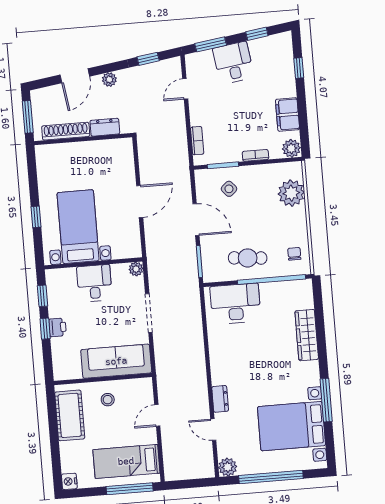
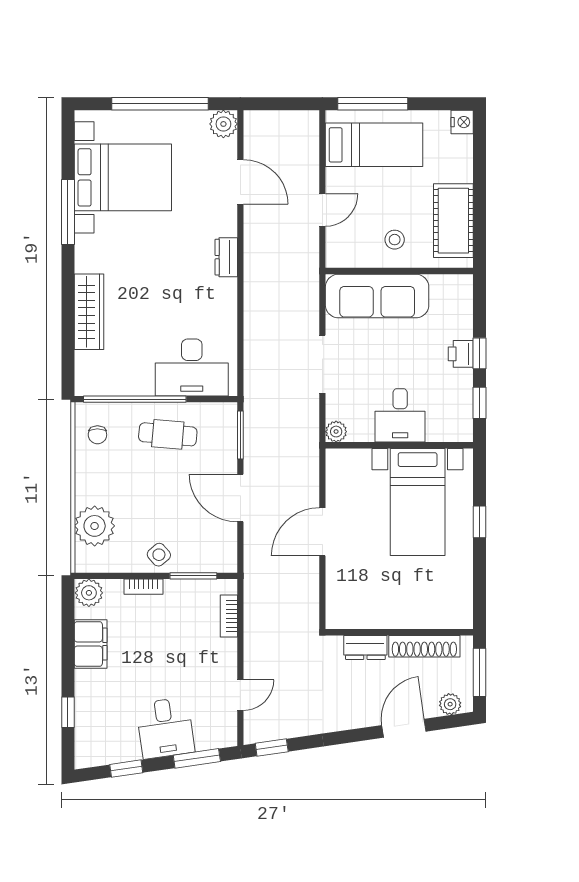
window: (148, 59) -> (272, 747), moved
plant: (109, 79) -> (450, 704), moved
side table: (229, 189) -> (159, 555), moved
dresser: (220, 399) -> (226, 257), moved
door: (213, 430) -> (240, 182), width x1.38

